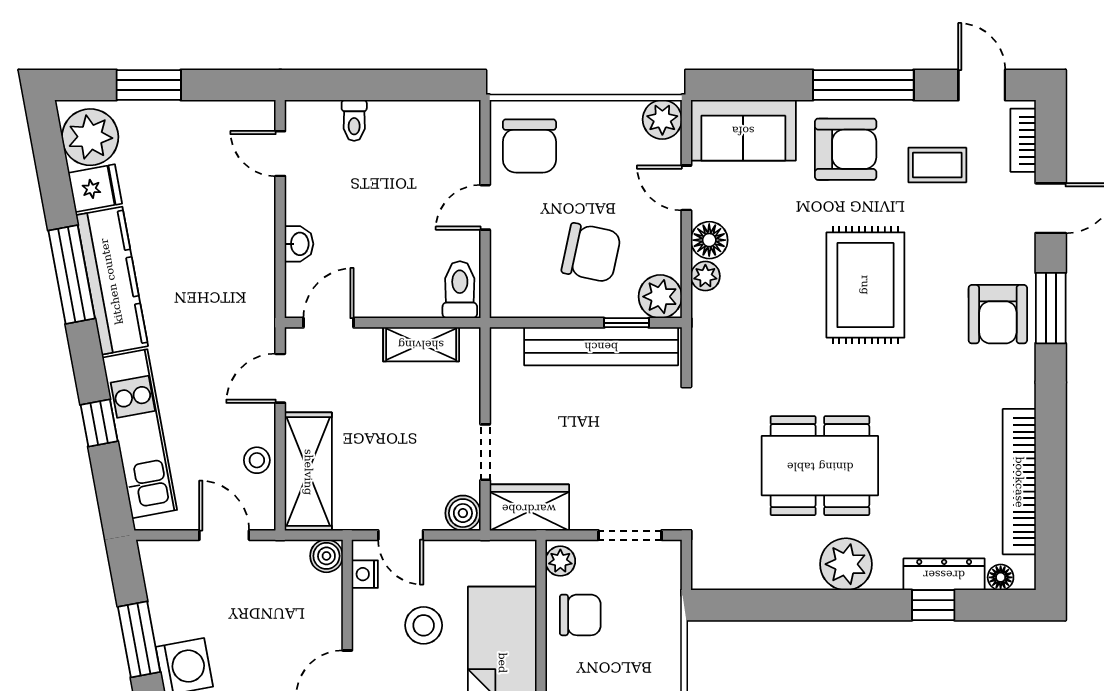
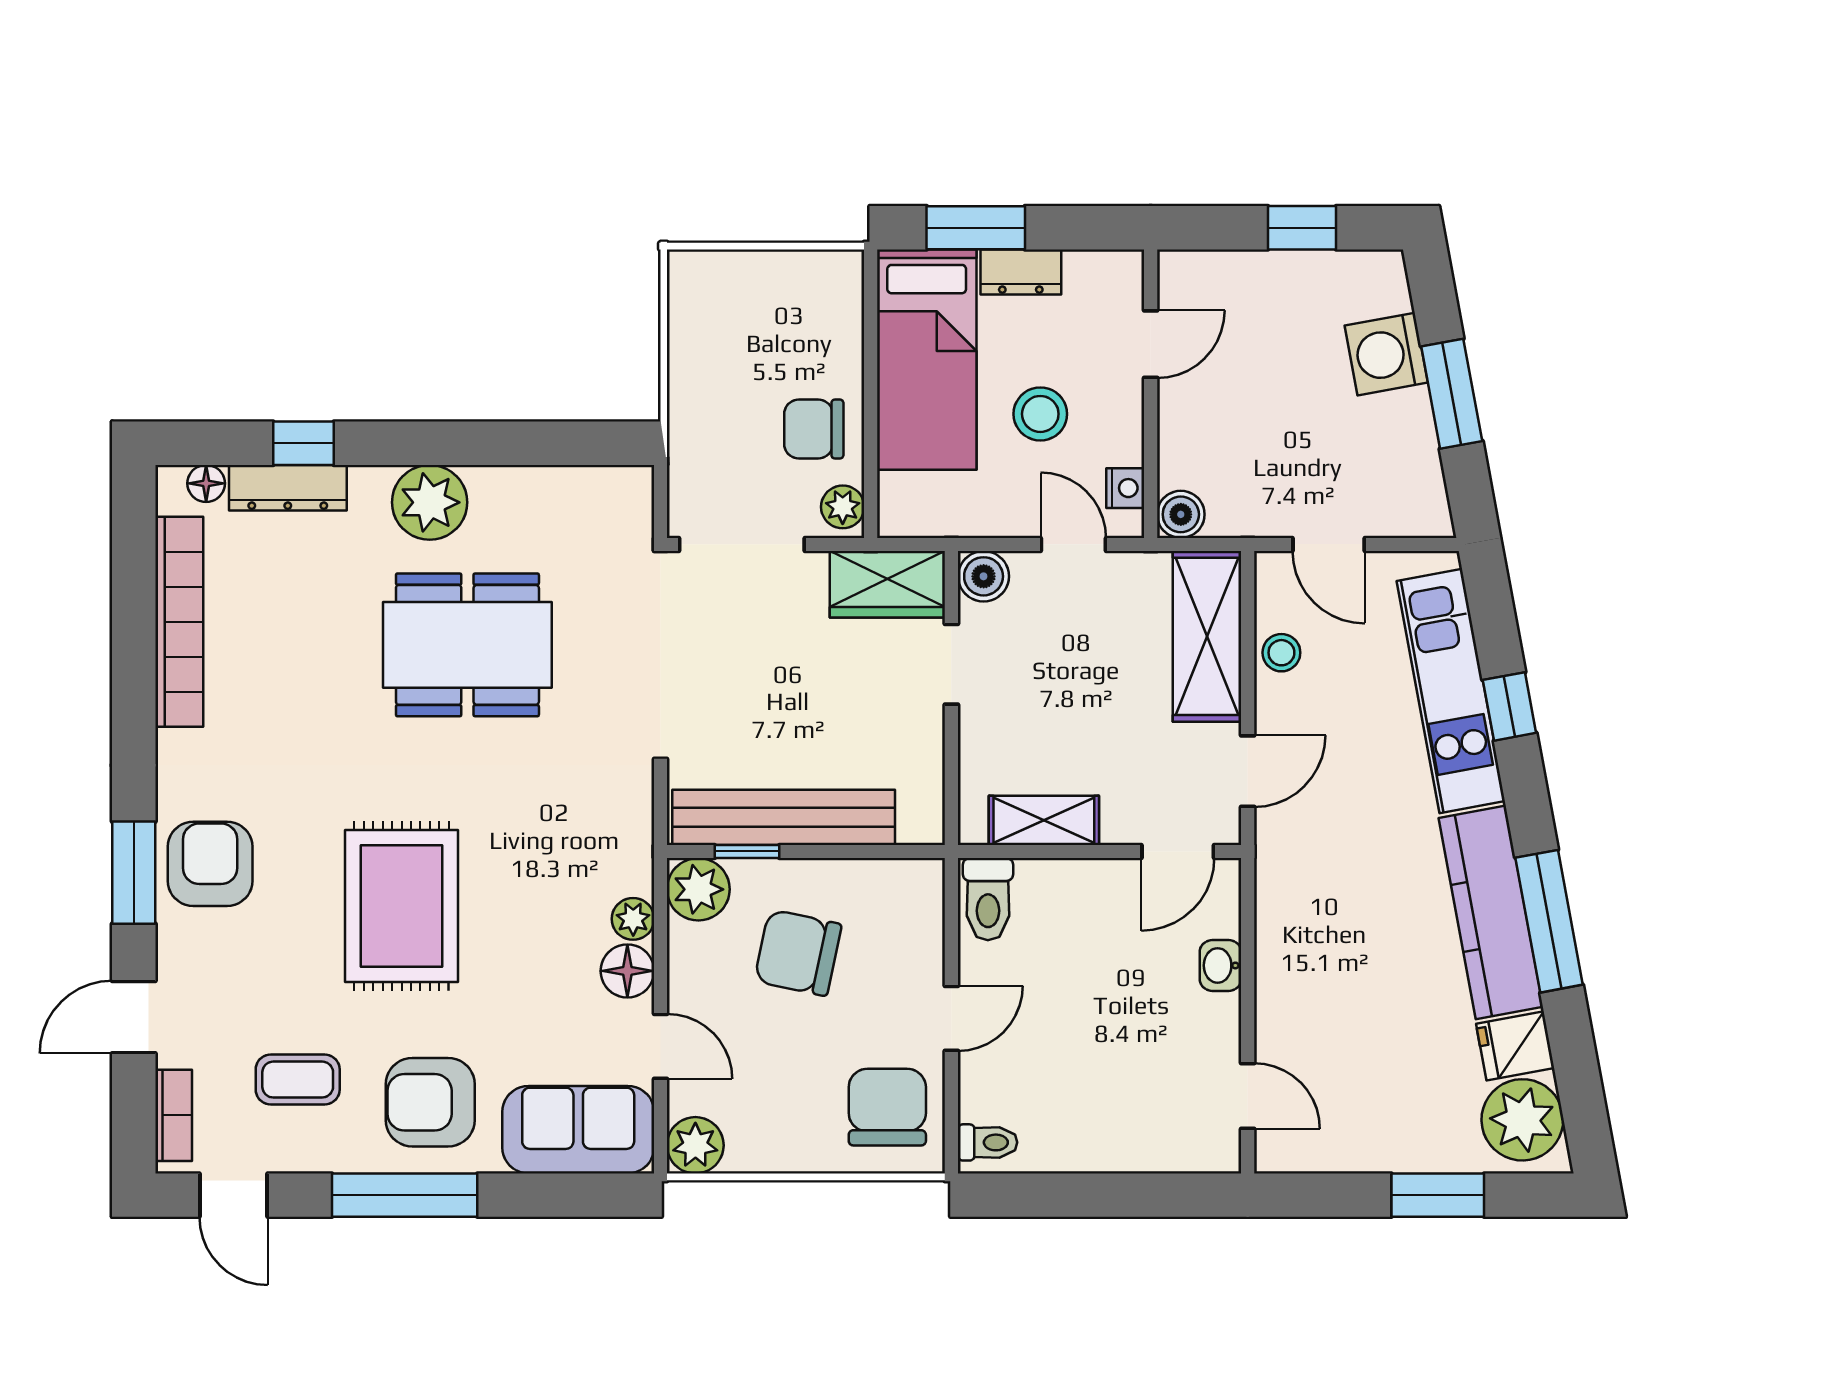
toilet: (354, 120) -> (988, 1142), moved, turned 90
doorway: (630, 535) -> (742, 544), width x1.38

